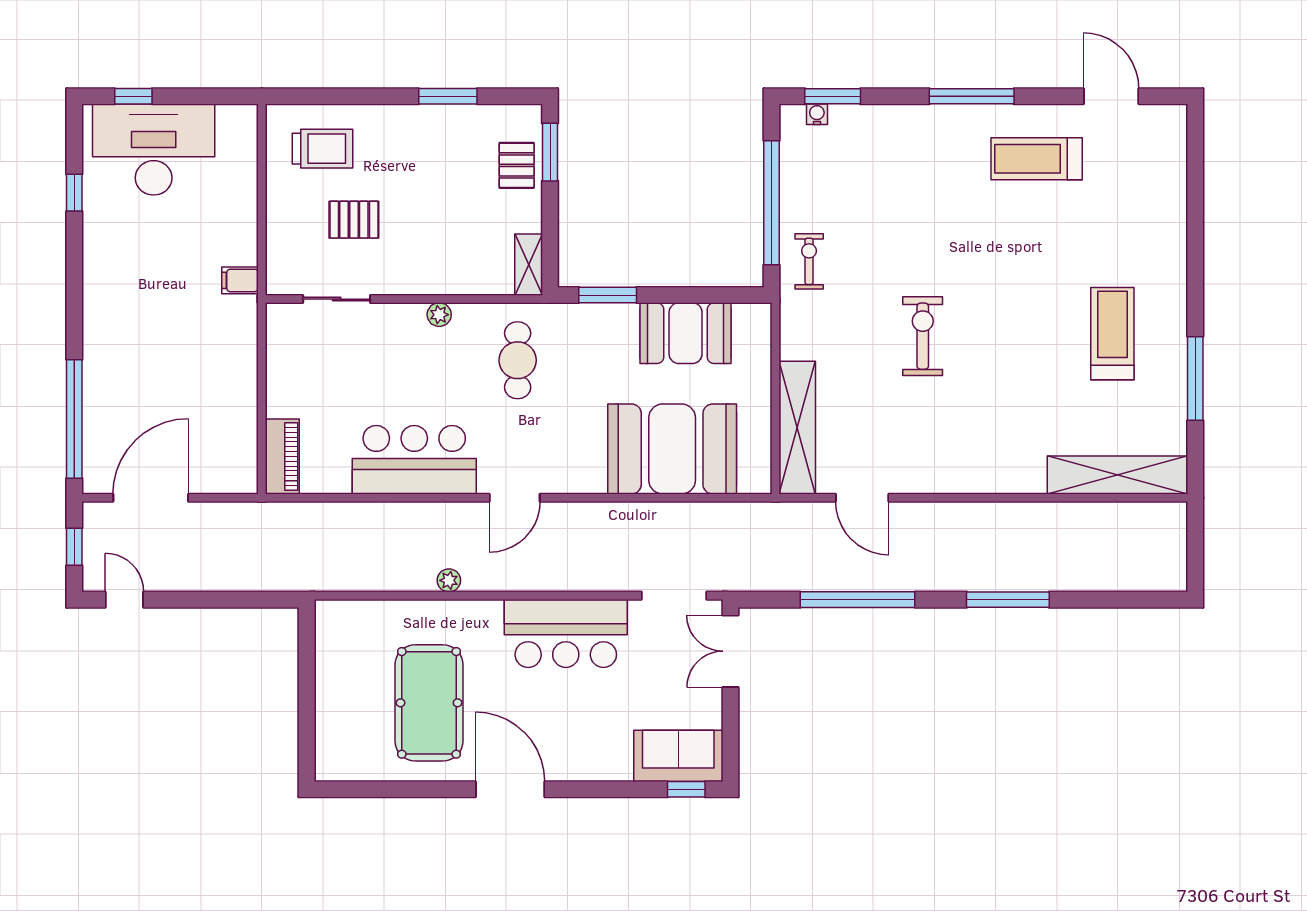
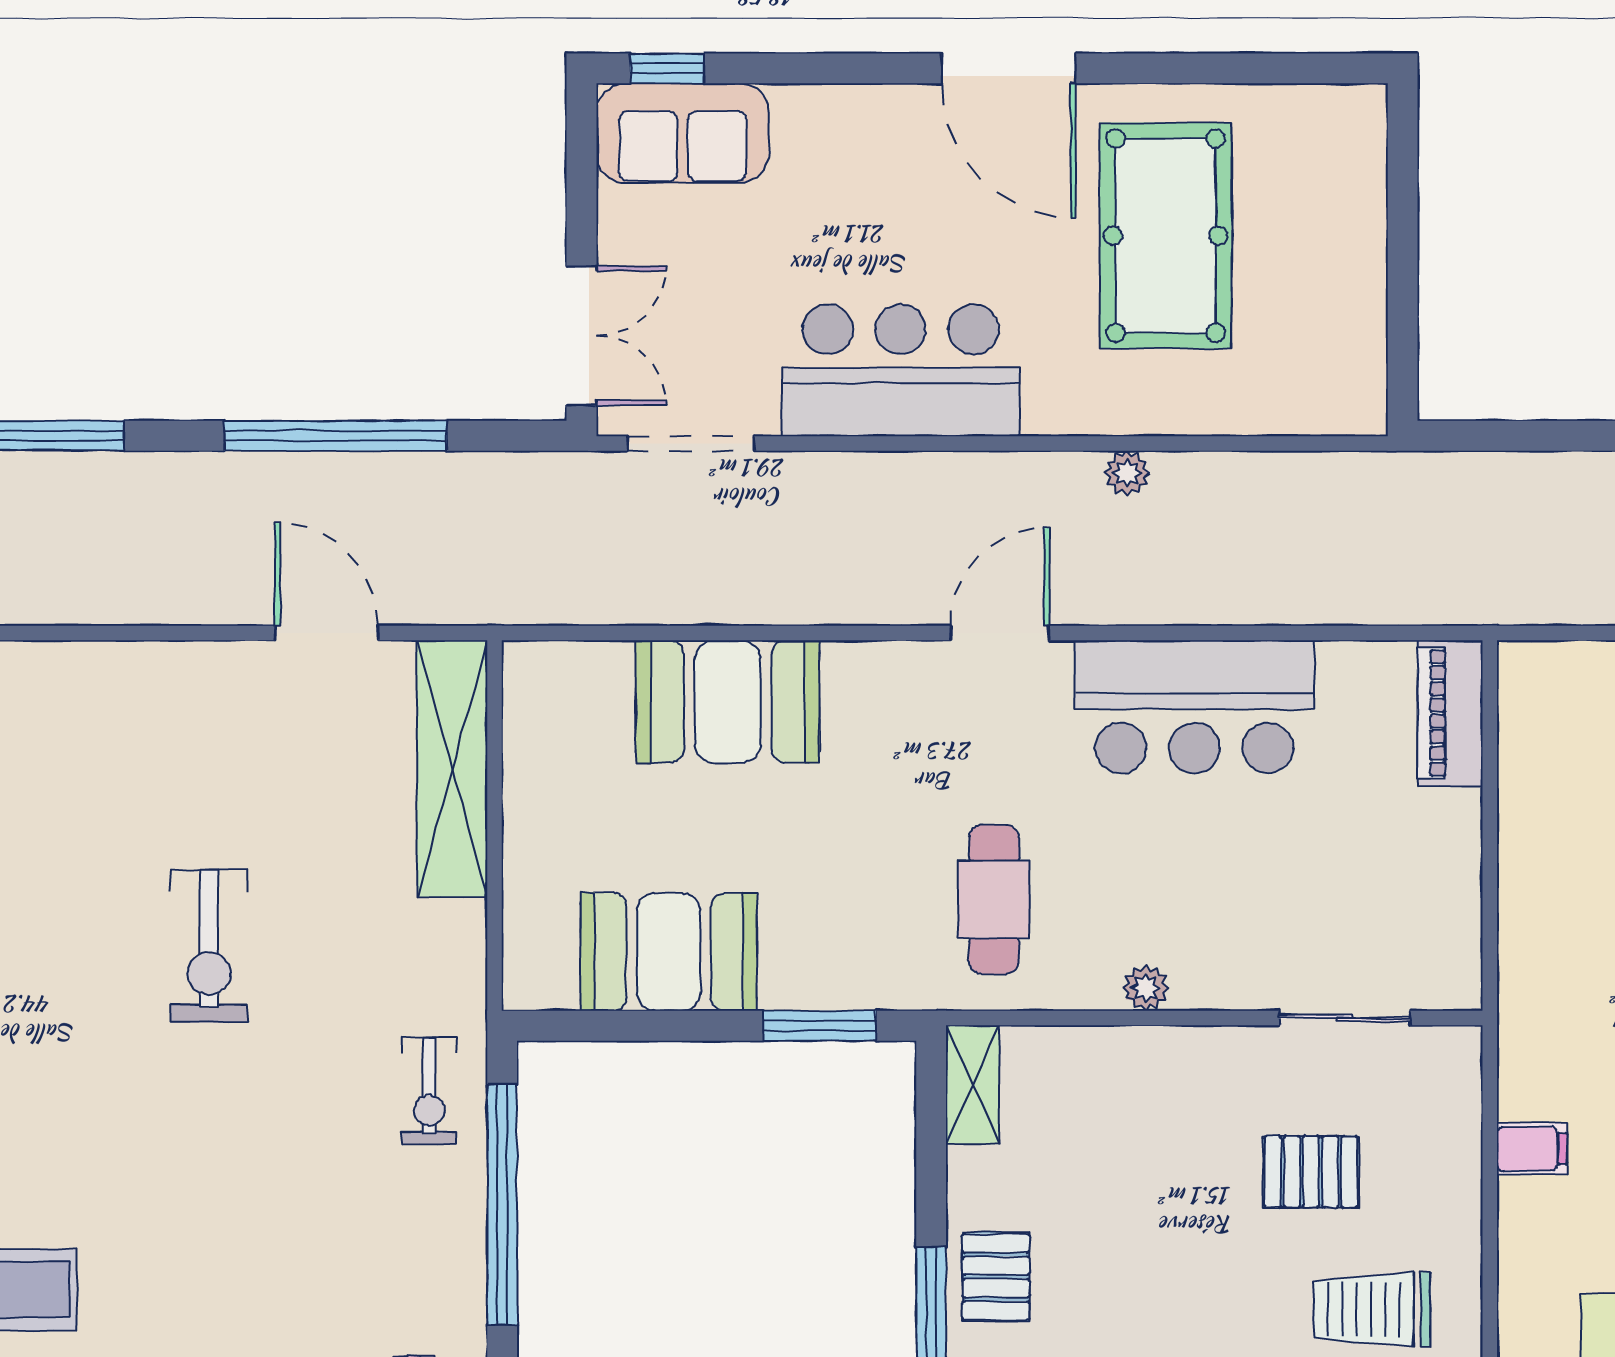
filing cabinet: (240, 280) -> (1532, 1149), moved
booth: (672, 449) -> (728, 702), width x0.73, depth x0.70

